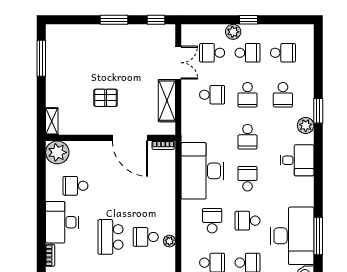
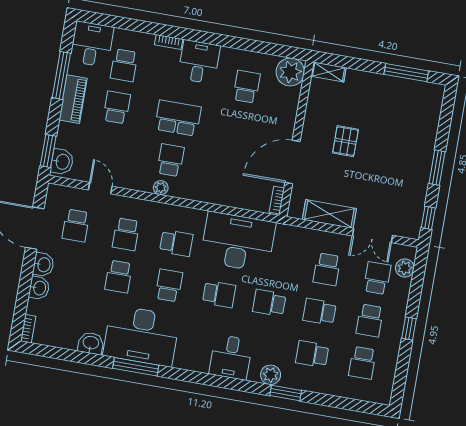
plant: (233, 32) -> (405, 268), moved
desk: (62, 222) -> (199, 62), width x0.73

